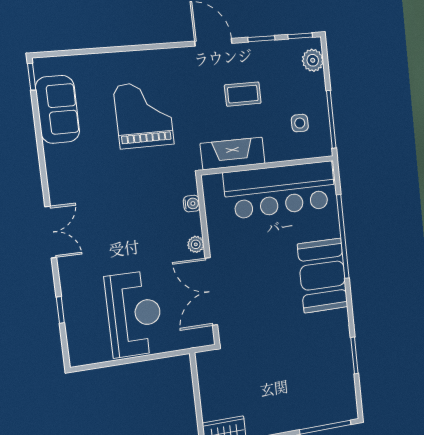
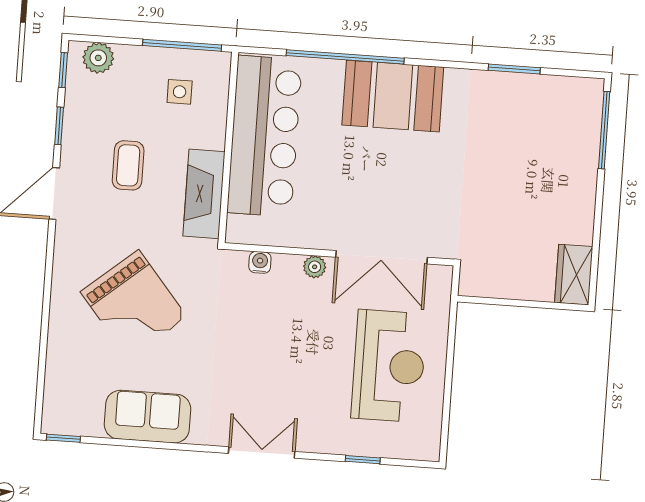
sofa: (58, 109) -> (147, 417), moved
grand piano: (144, 115) -> (134, 304), turned -130
reception desk: (134, 314) -> (389, 366), turned 90

